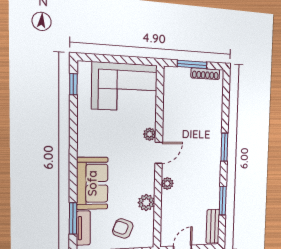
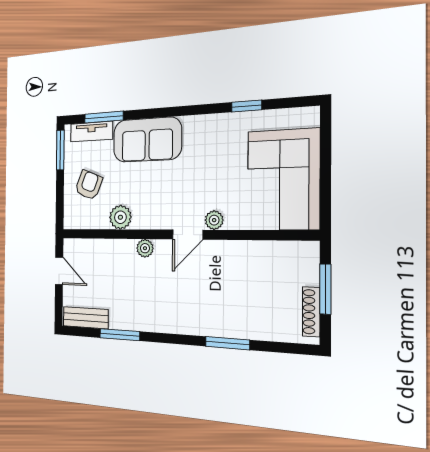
window: (73, 84) -> (247, 106), moved
window: (224, 147) -> (227, 343), moved
door: (159, 153) -> (188, 235), hinge flipped

